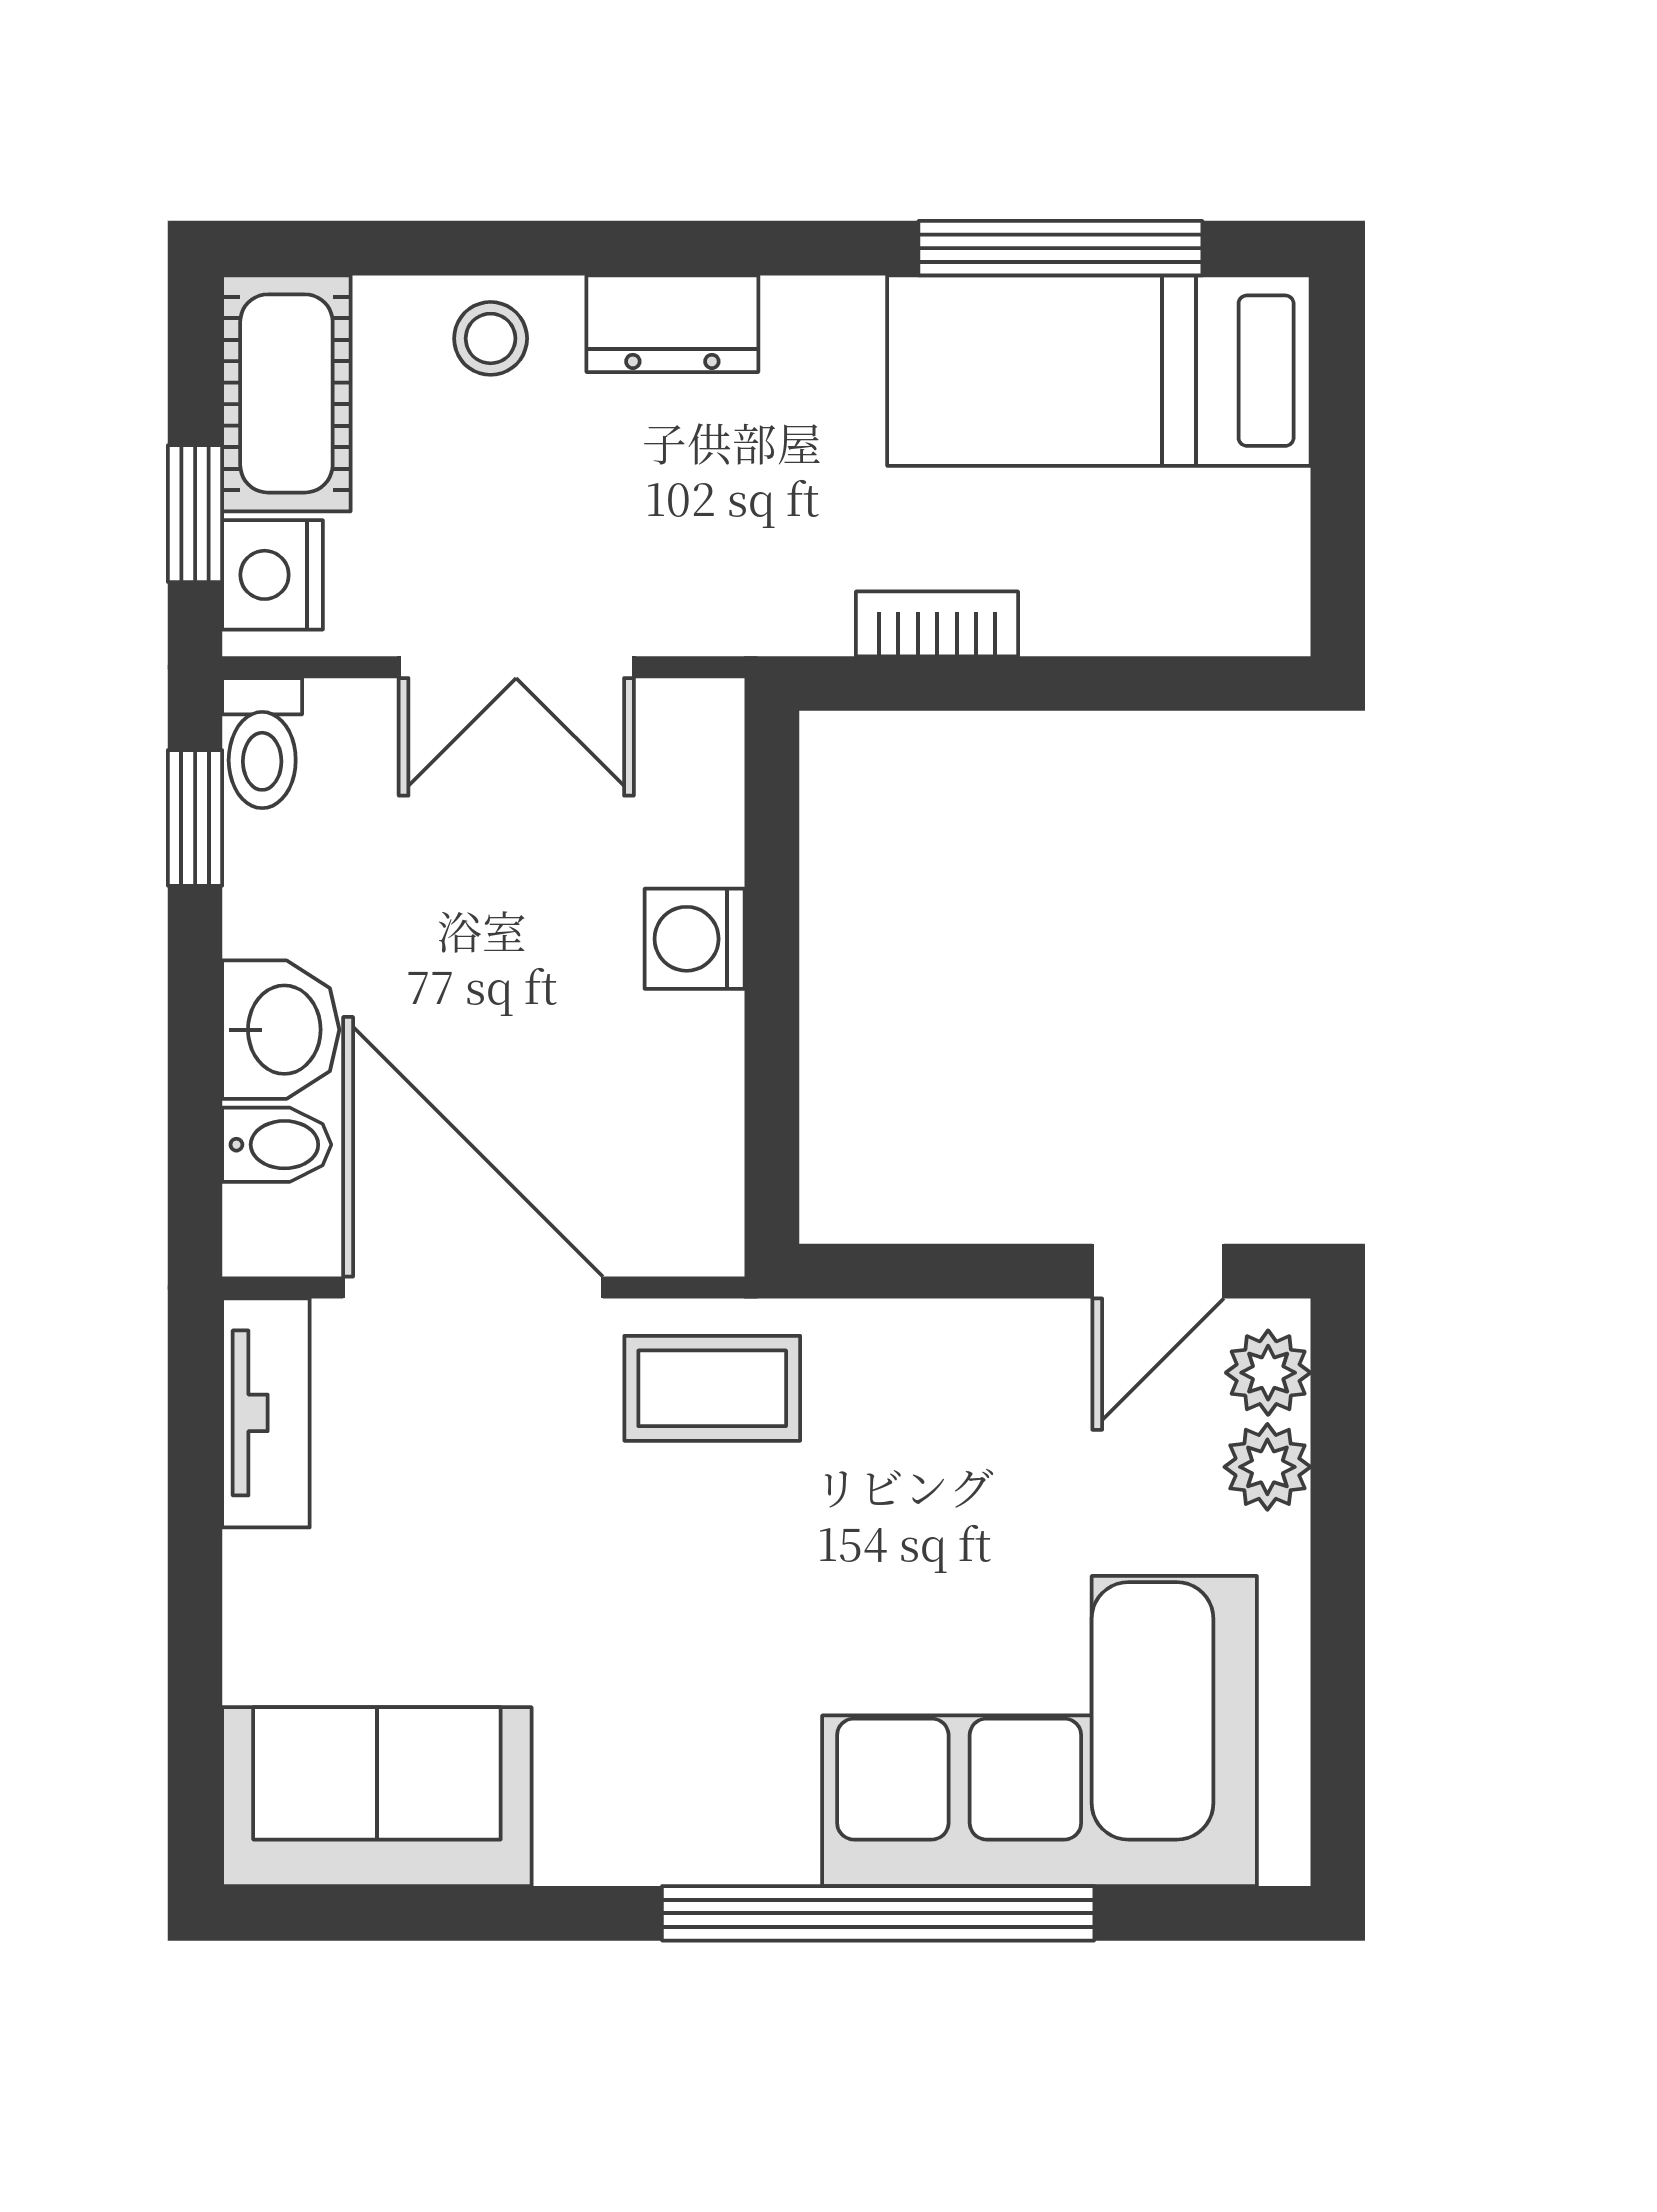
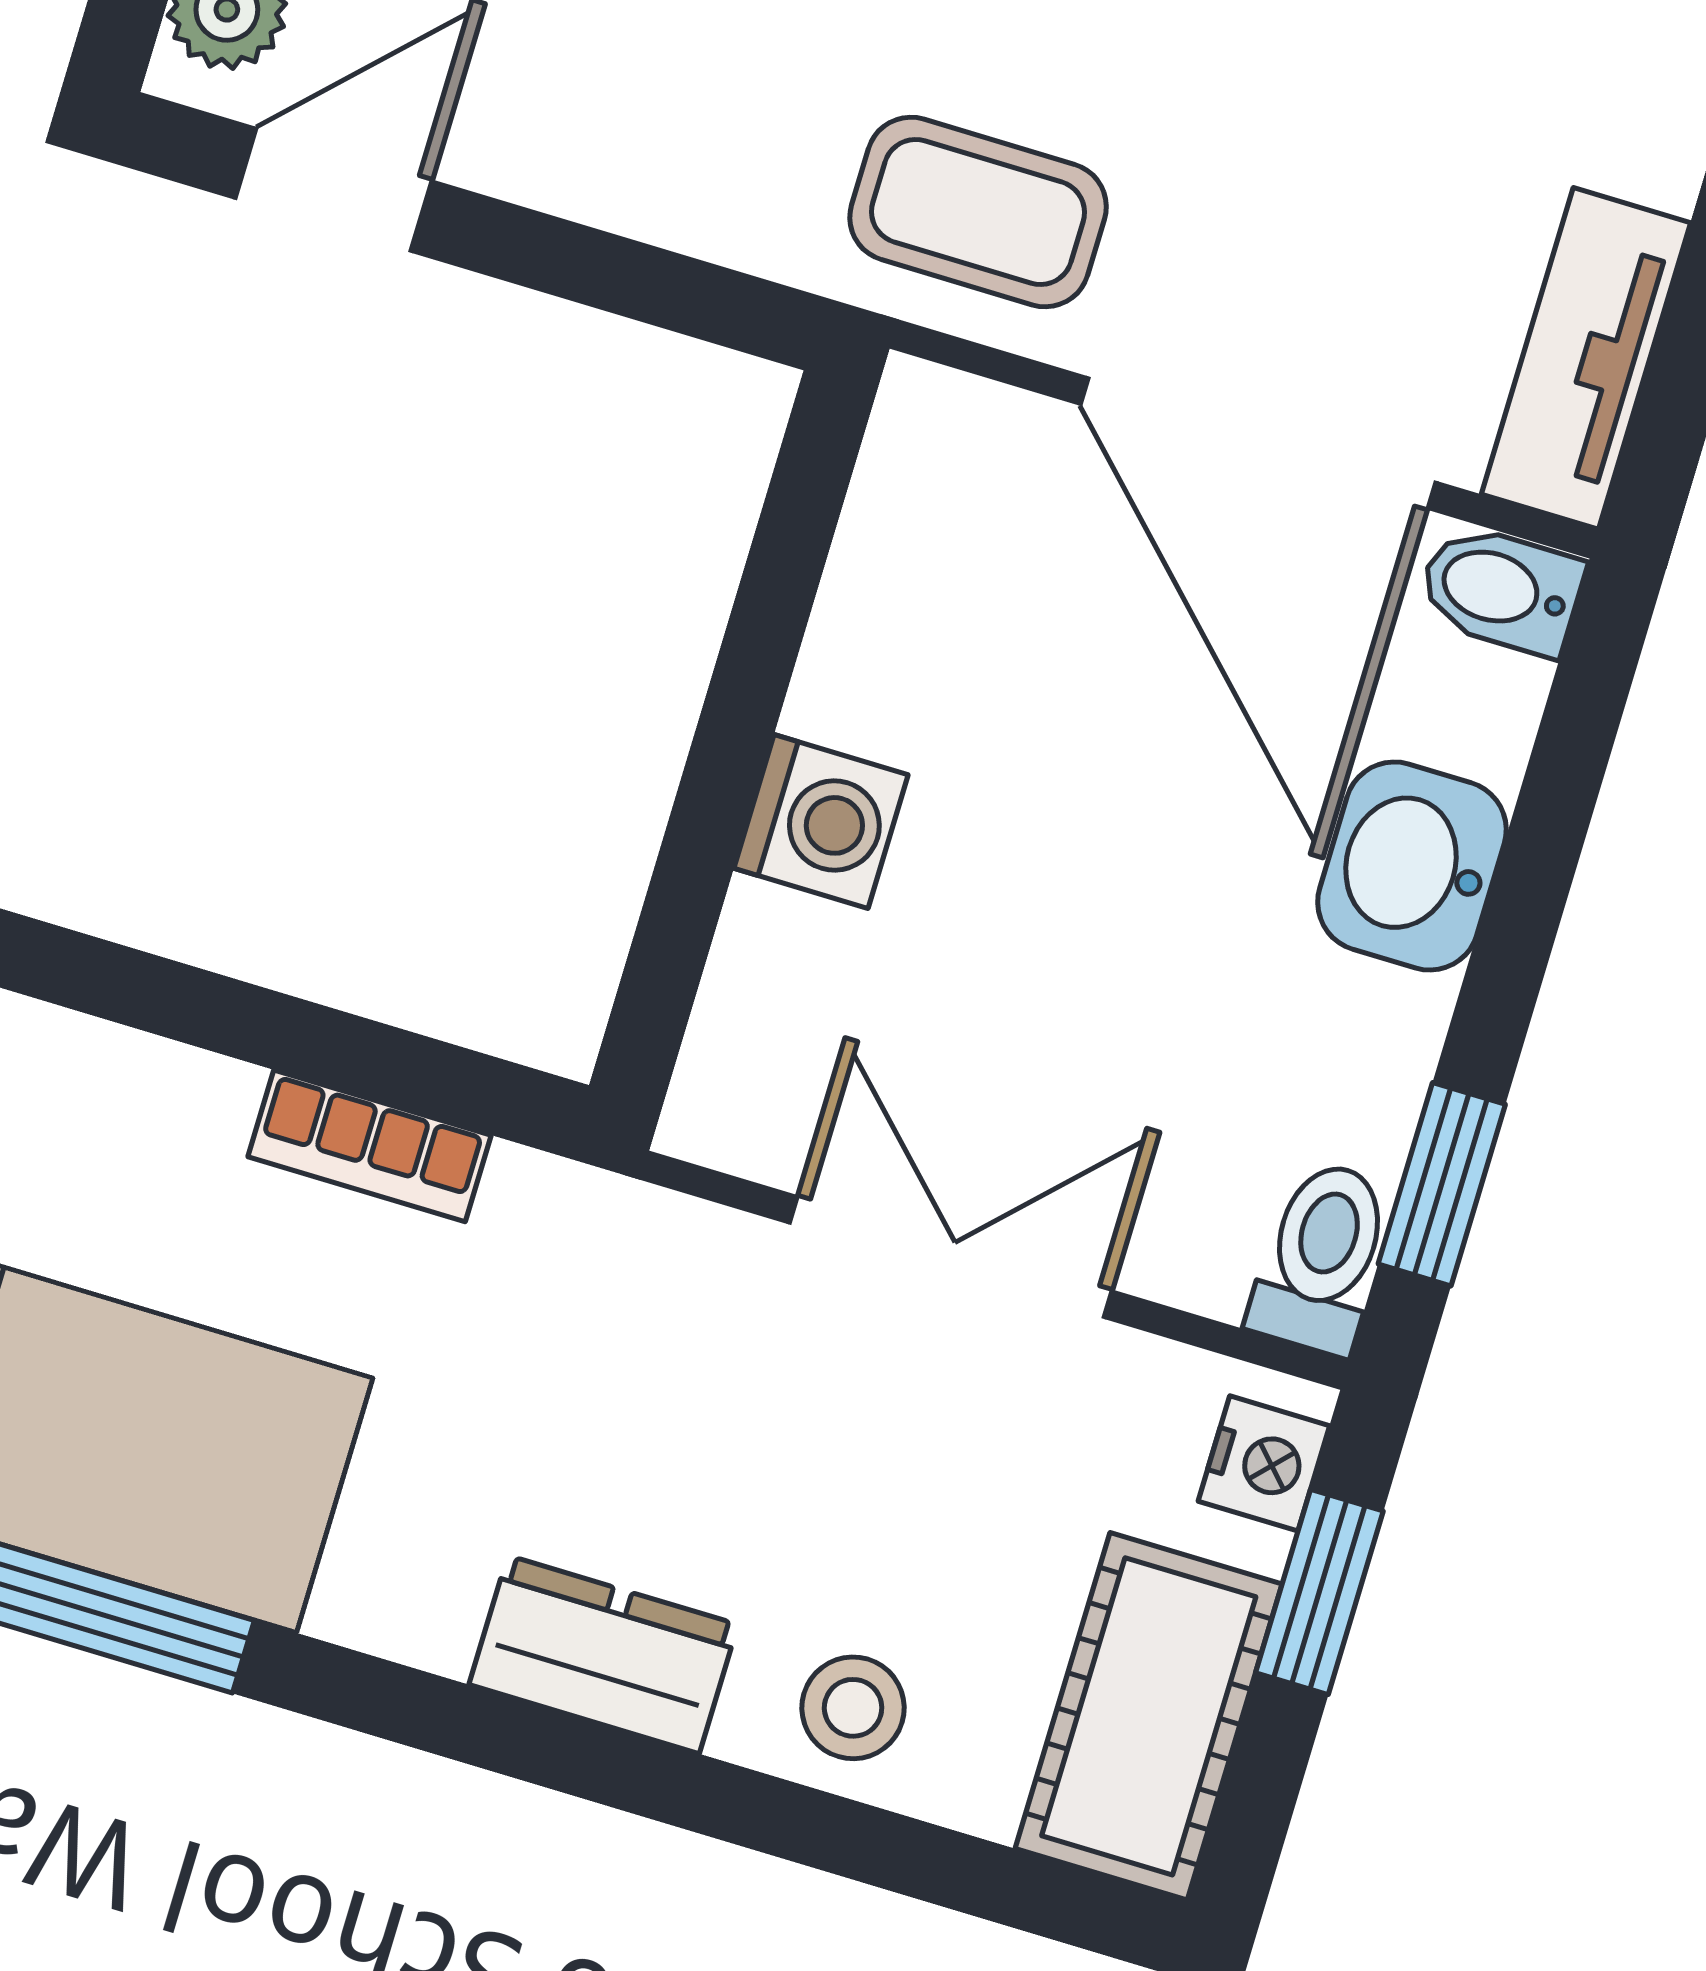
nightstand: (273, 575) -> (1264, 1463), width x0.72, depth x0.74
bidet: (277, 1145) -> (1501, 590), moved

